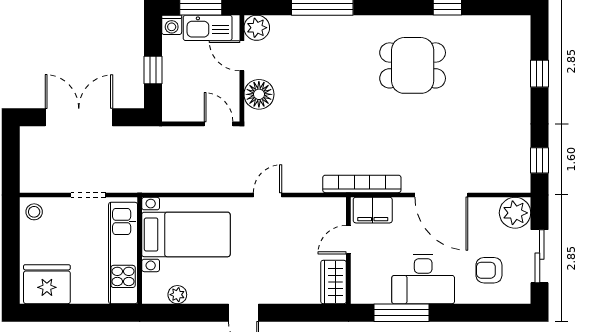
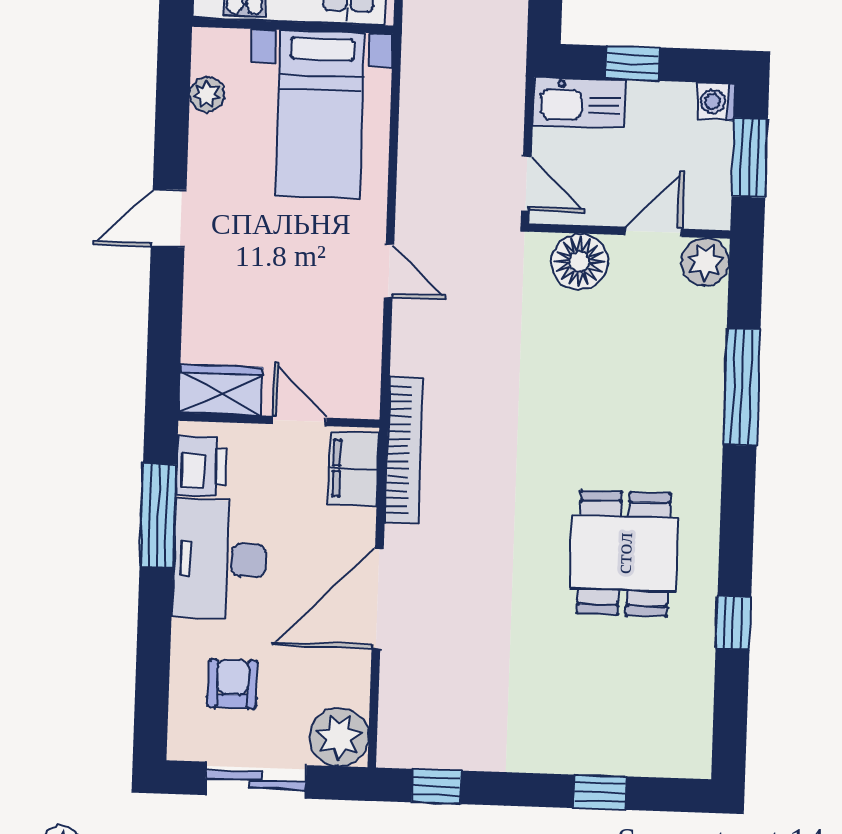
kitchen sink: (208, 28) -> (579, 102), moved, turned -90
door: (219, 124) -> (526, 183), hinge flipped
printer: (374, 291) -> (201, 466), added

